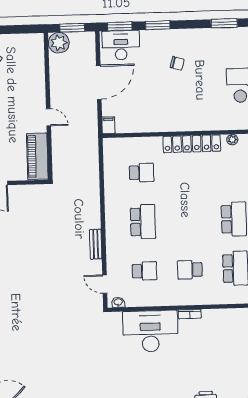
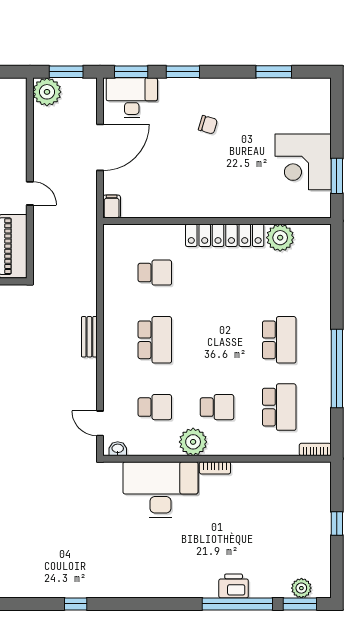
plant: (232, 140) -> (280, 238), width x1.87, depth x1.87
bench: (96, 244) -> (89, 337), moved
school desk: (190, 270) -> (217, 407), turned 180
plant: (173, 296) -> (193, 442), added

